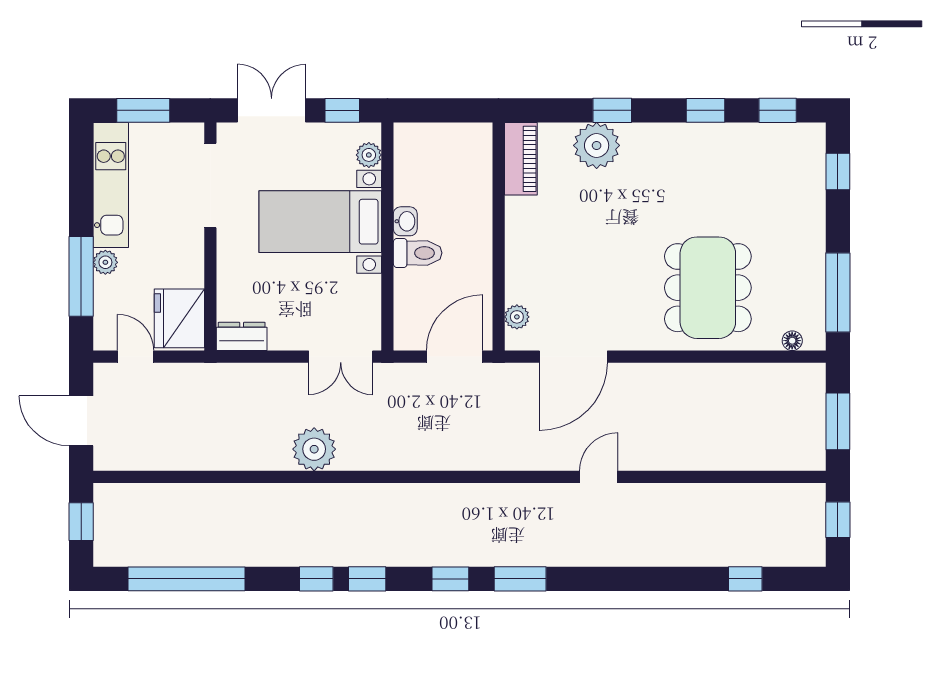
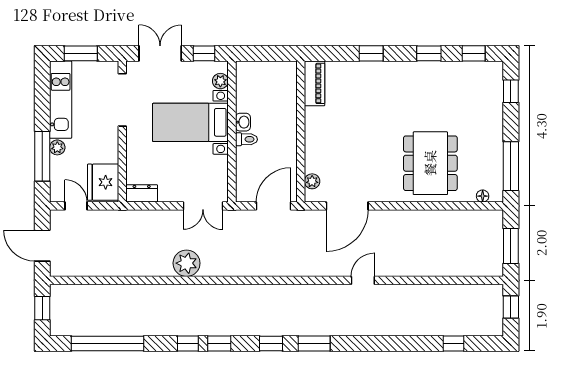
plant: (597, 145) -> (361, 75), removed
toilet: (418, 253) -> (246, 139), width x0.73, depth x0.72

